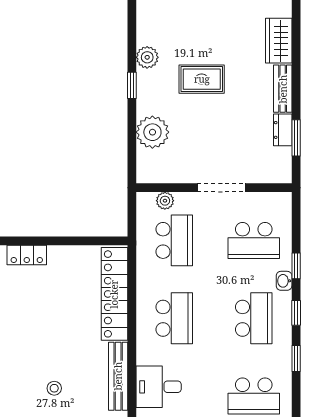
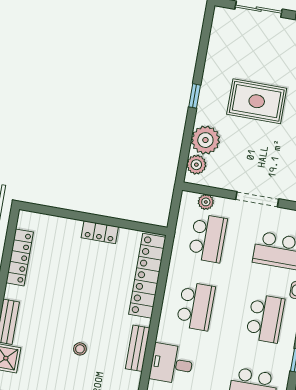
plant: (147, 57) -> (196, 165), moved
rug: (202, 79) -> (257, 101), width x1.36, depth x1.43
locker: (27, 255) -> (100, 232), moved
bench: (118, 376) -> (138, 348), width x0.73

